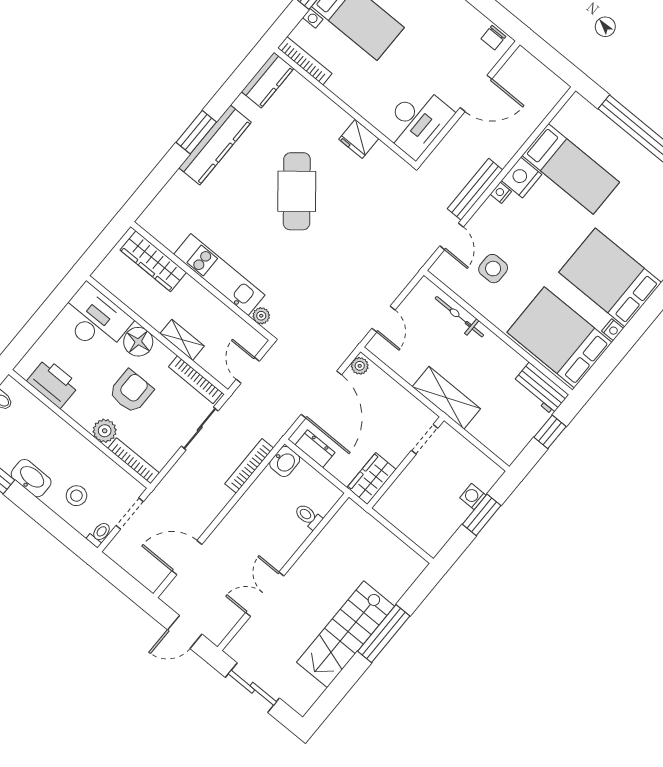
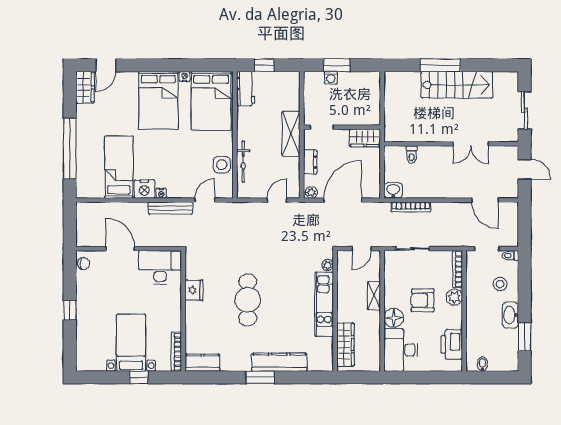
kitchen counter: (215, 145) -> (279, 362), moved
cafe table: (297, 191) -> (248, 300), turned -51
side table: (493, 269) -> (222, 165), moved
bookcase: (195, 380) -> (389, 272), removed
dresser: (315, 449) -> (310, 162), moved, turned 180

